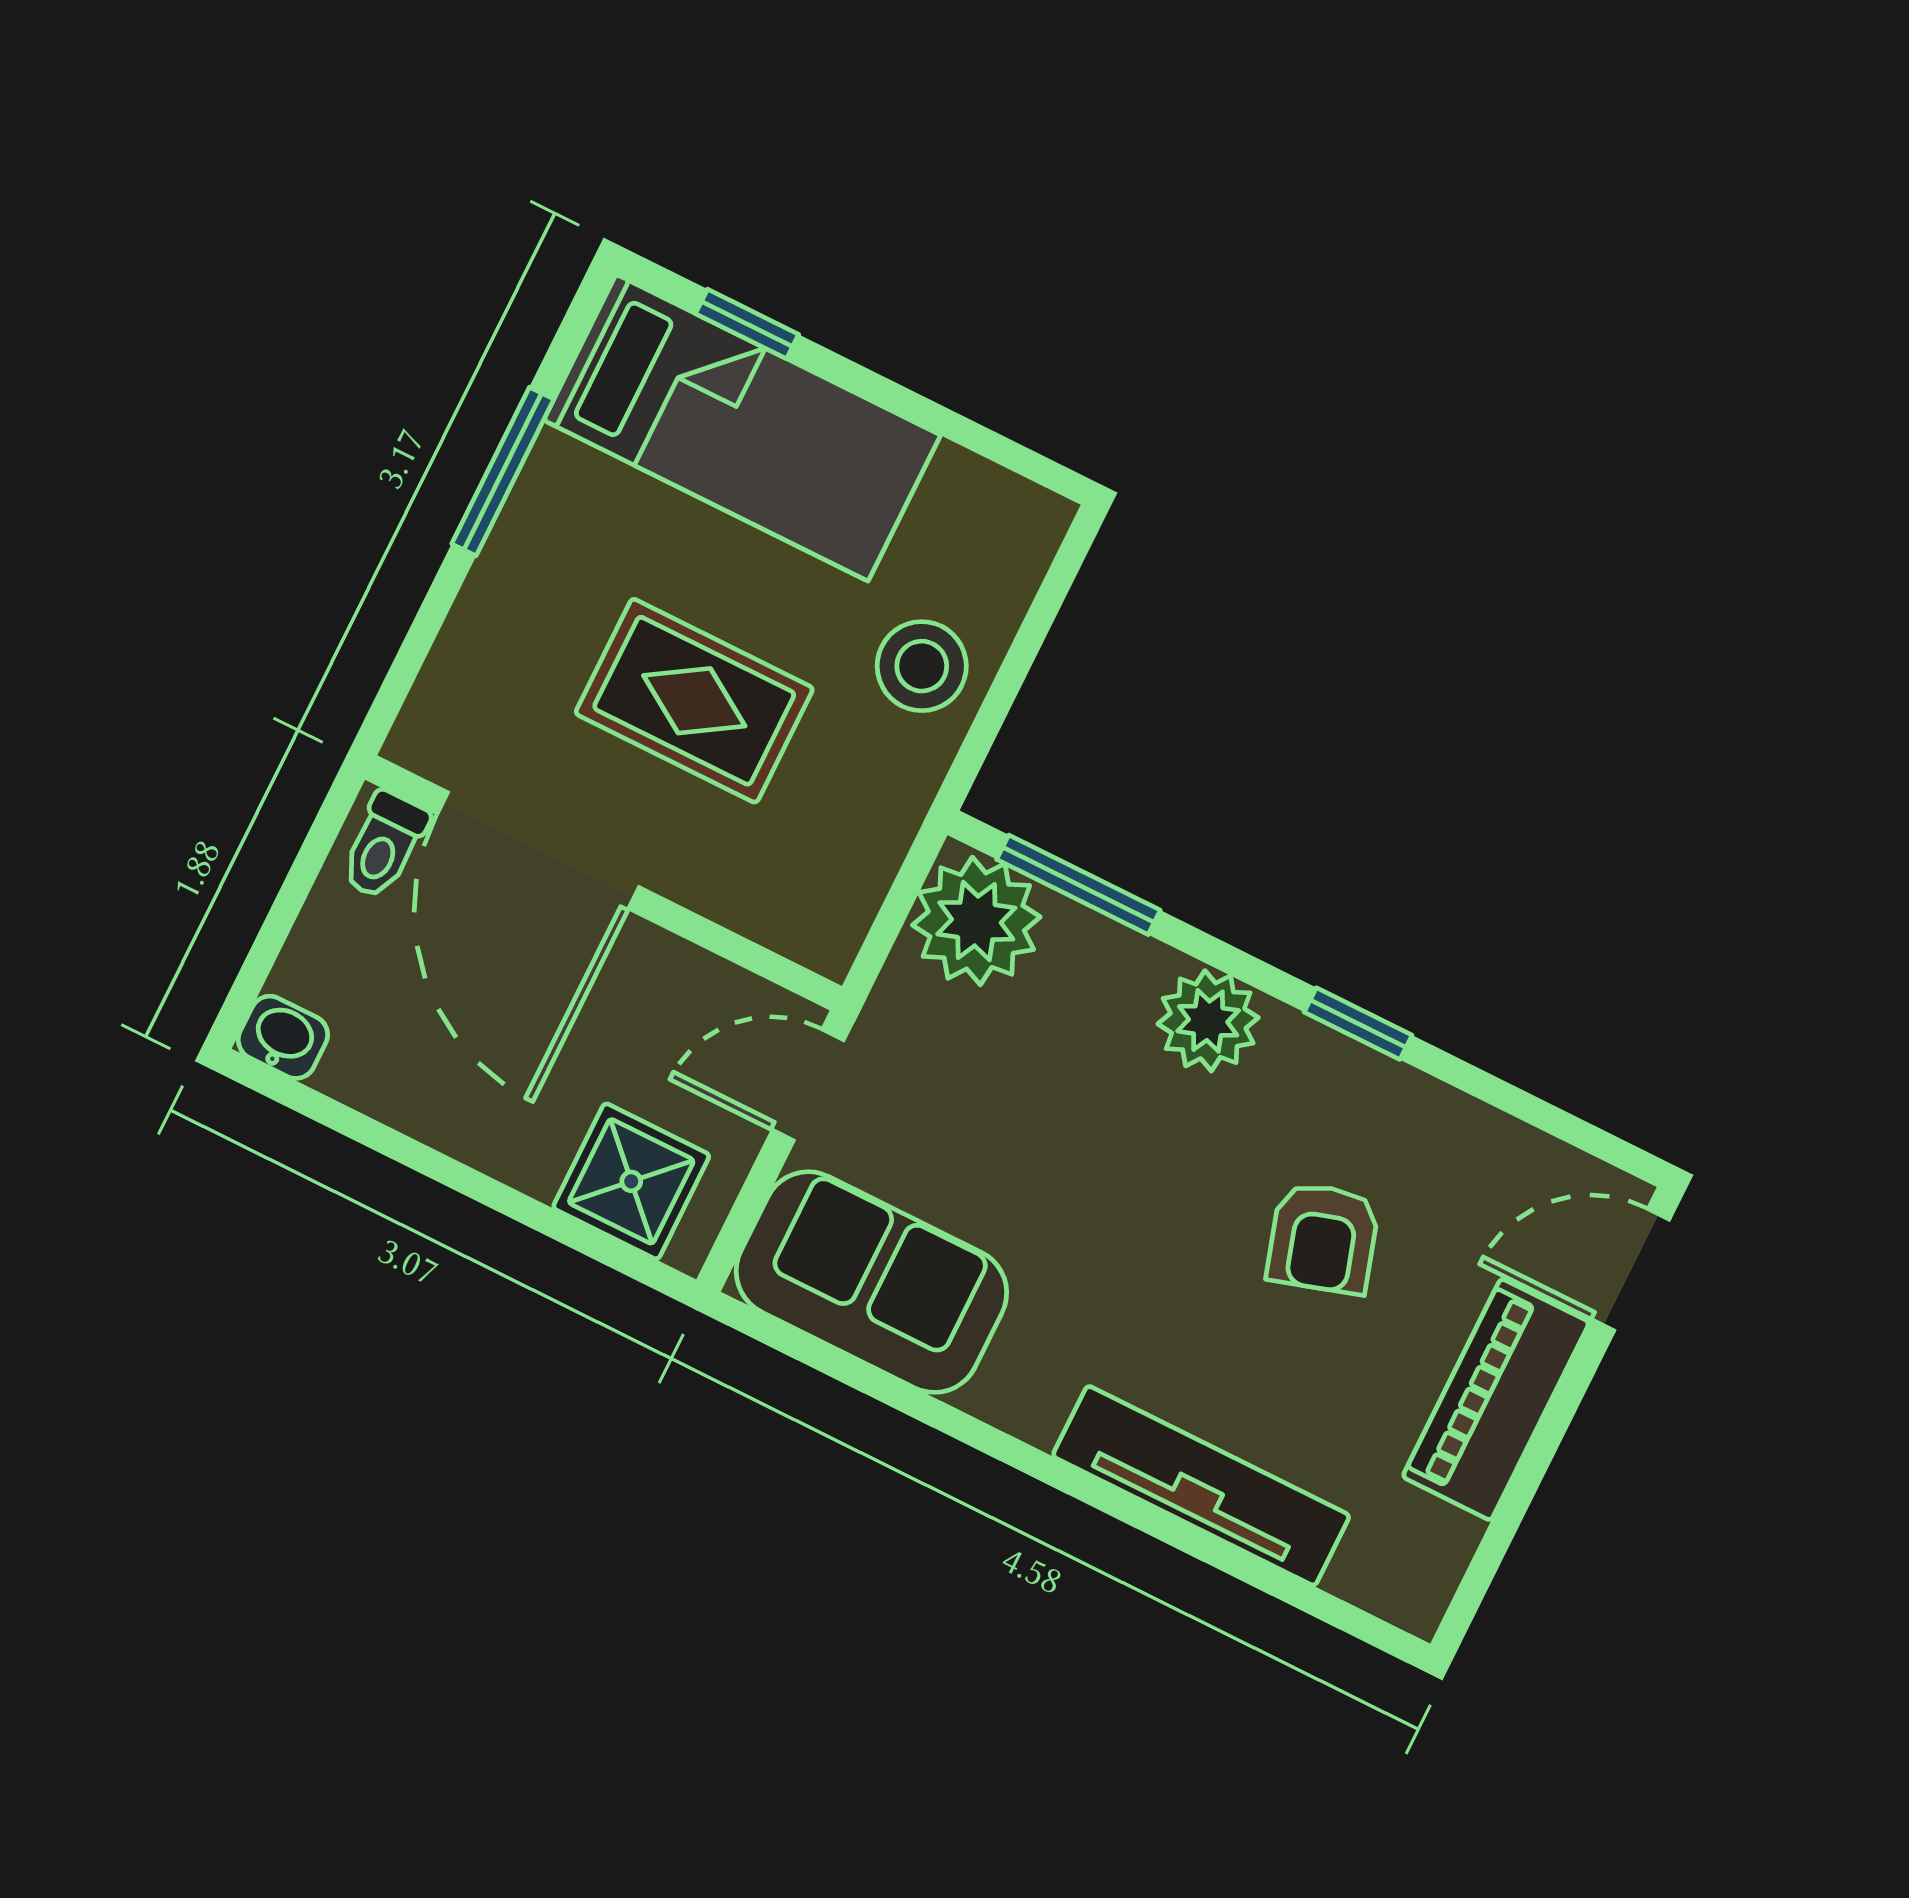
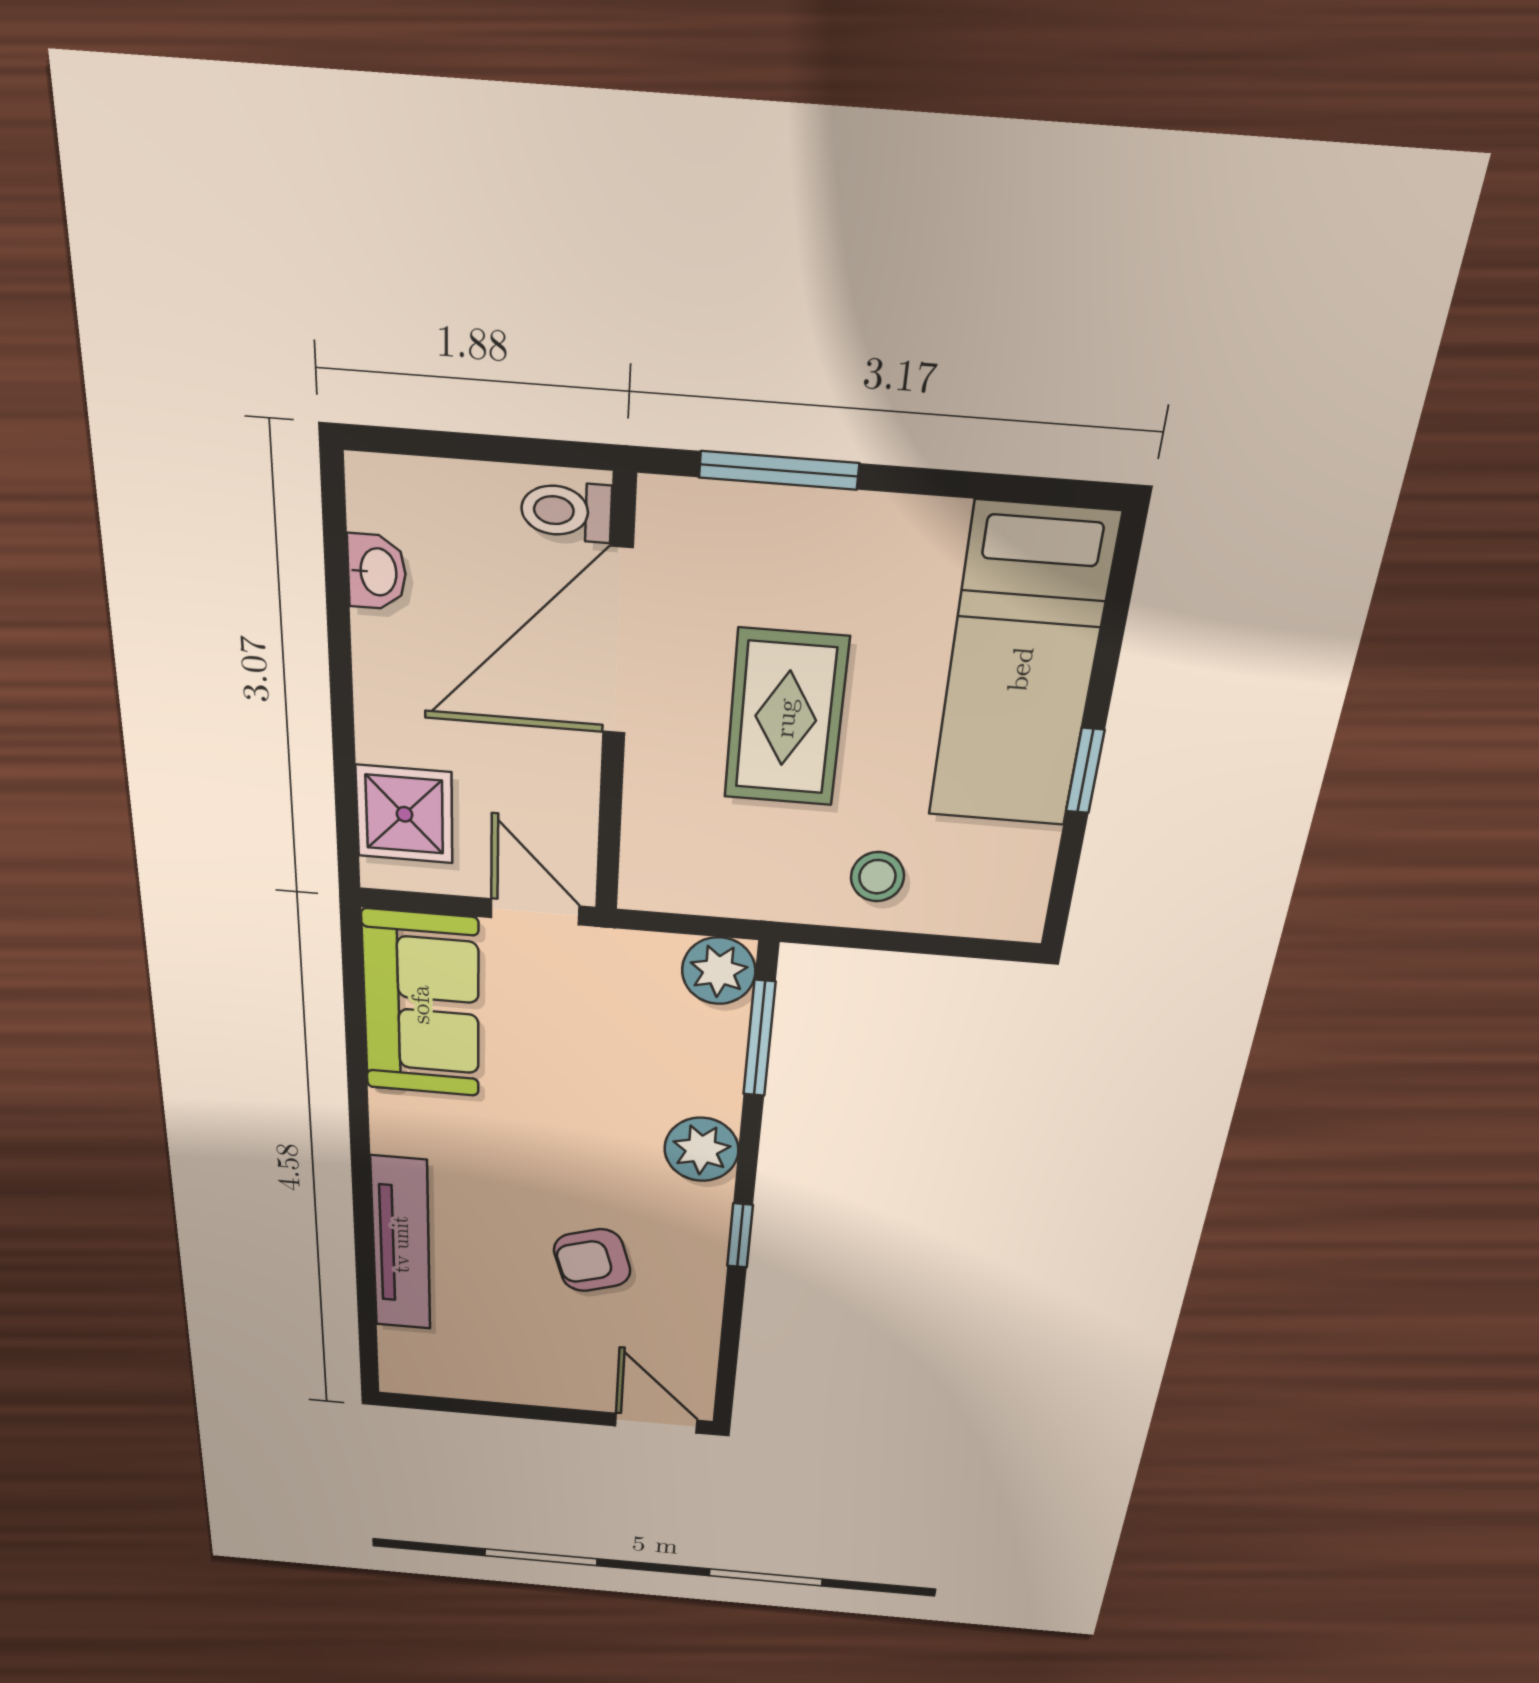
window: (747, 324) -> (1085, 771), moved
window: (503, 471) -> (779, 470), moved
stool: (922, 666) -> (877, 877), width x0.73, depth x0.73
plant: (976, 921) -> (719, 971), width x0.73, depth x0.73
washbasin: (283, 1037) -> (377, 572), moved
piano: (1496, 1400) -> (542, 1380), removed

